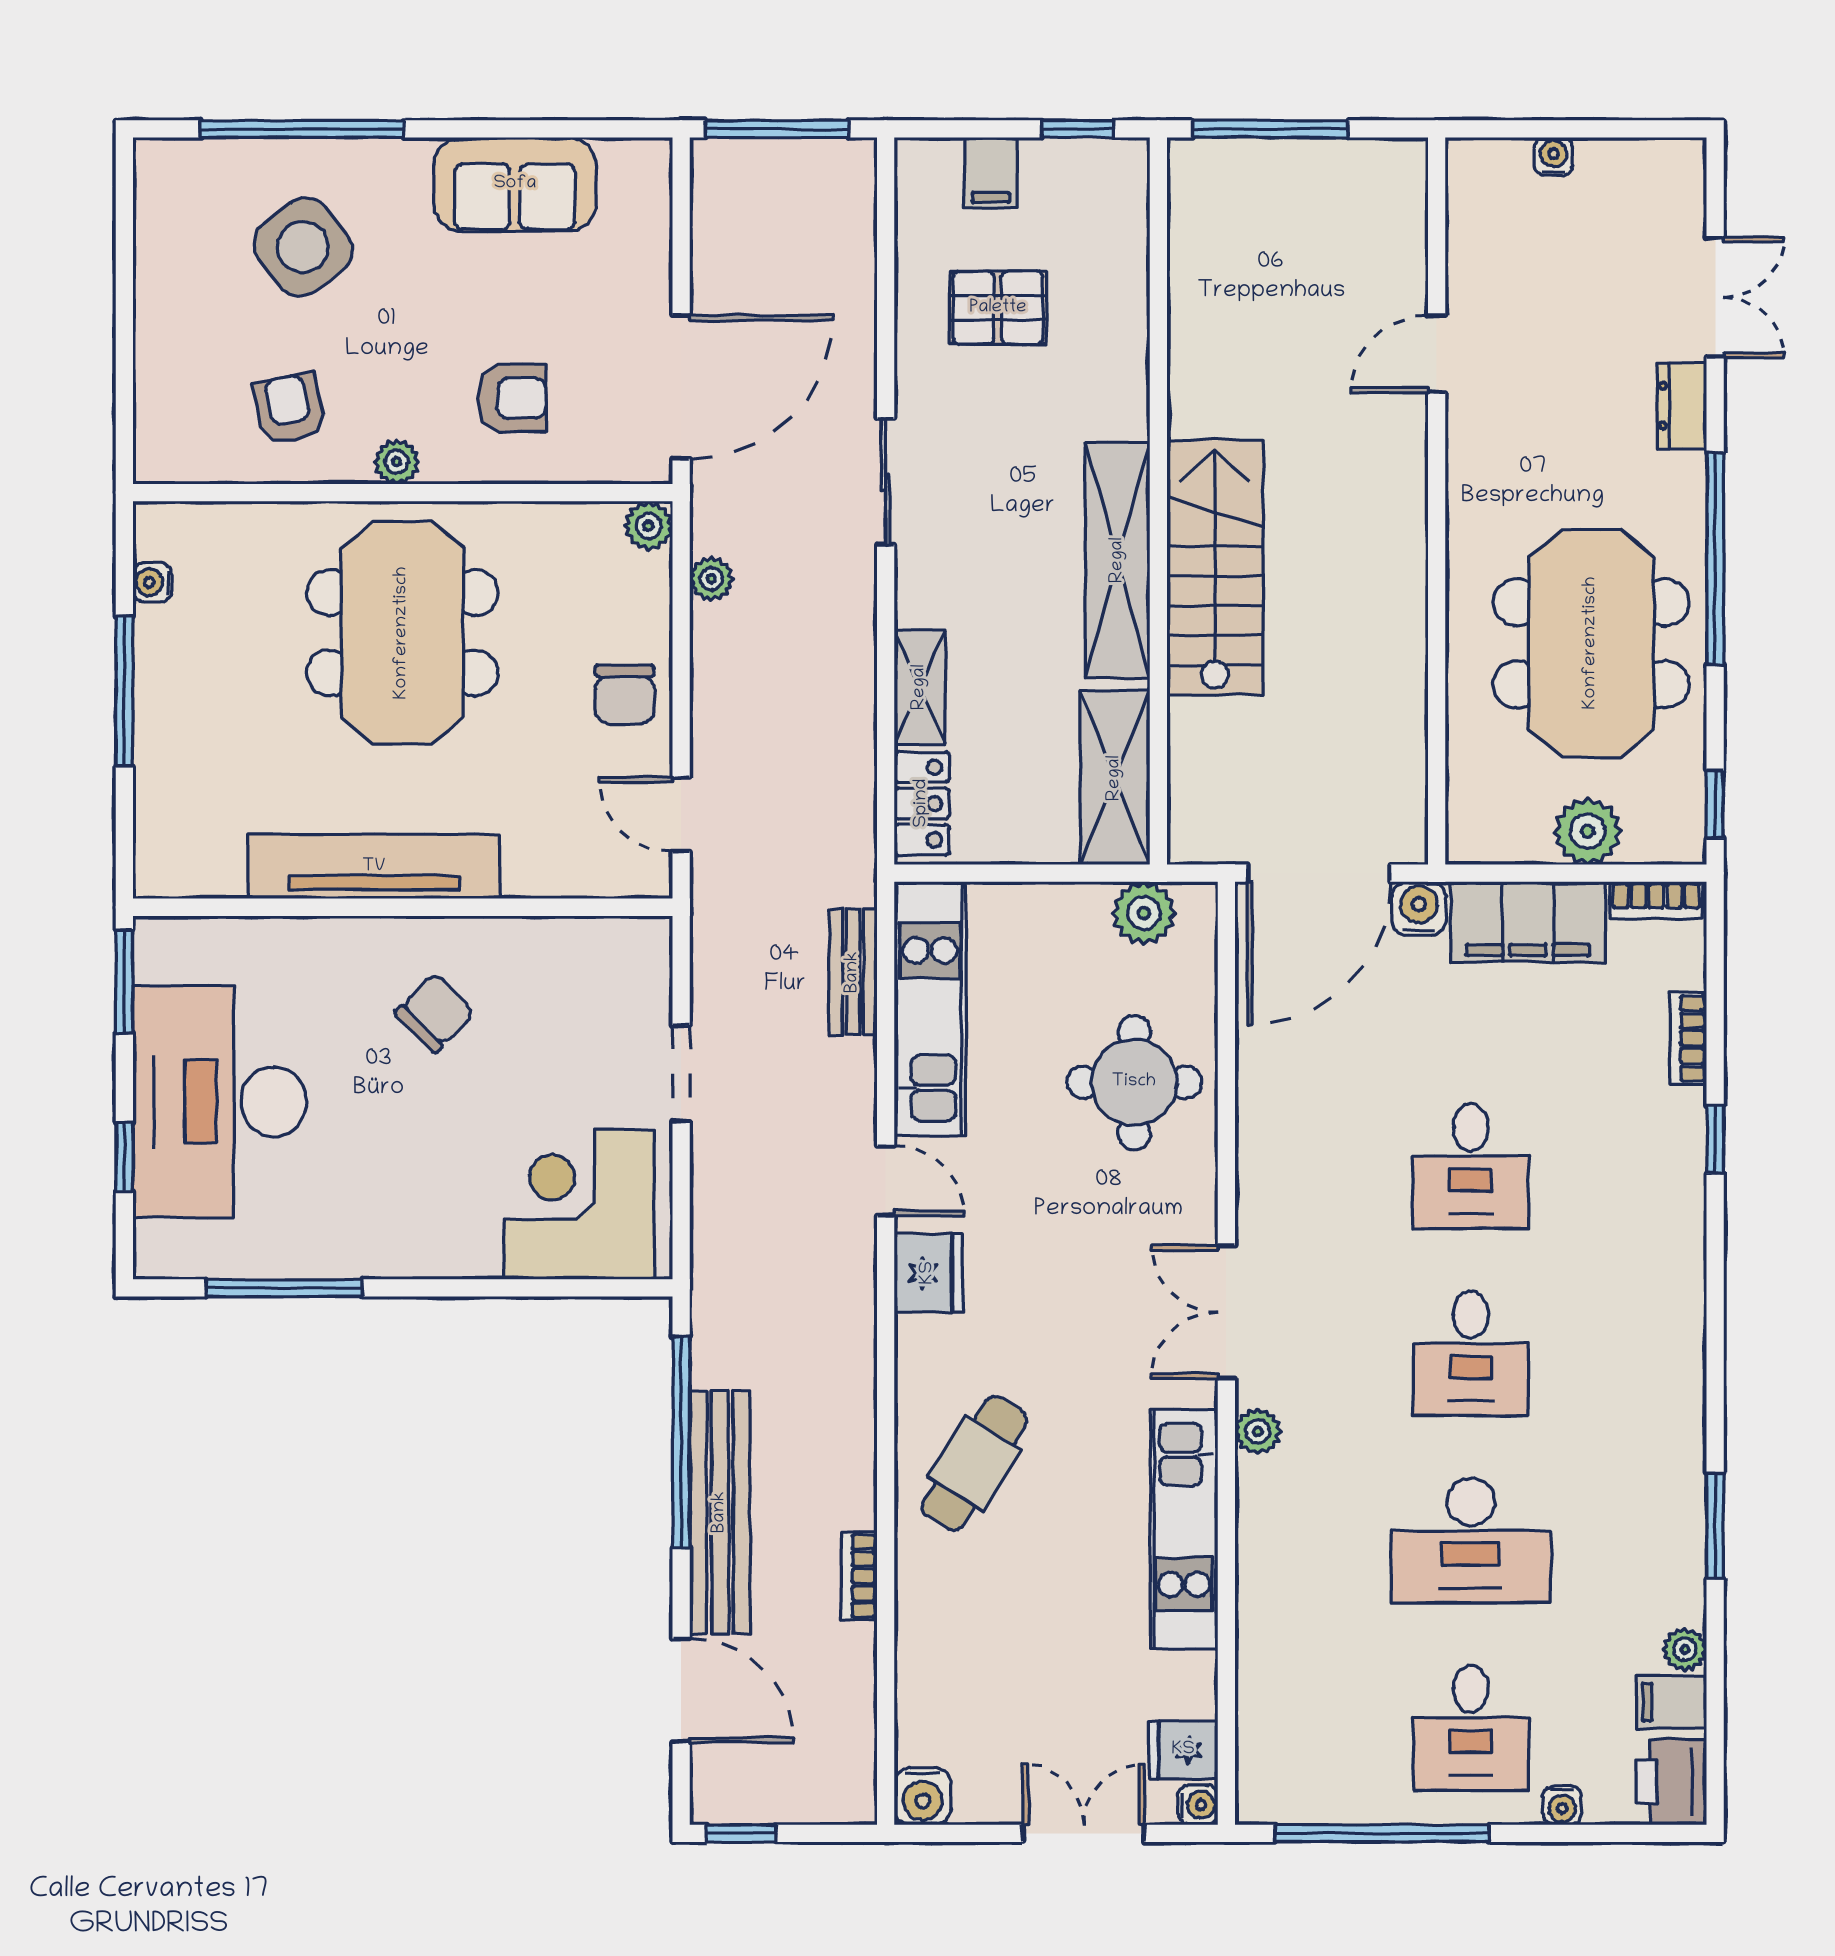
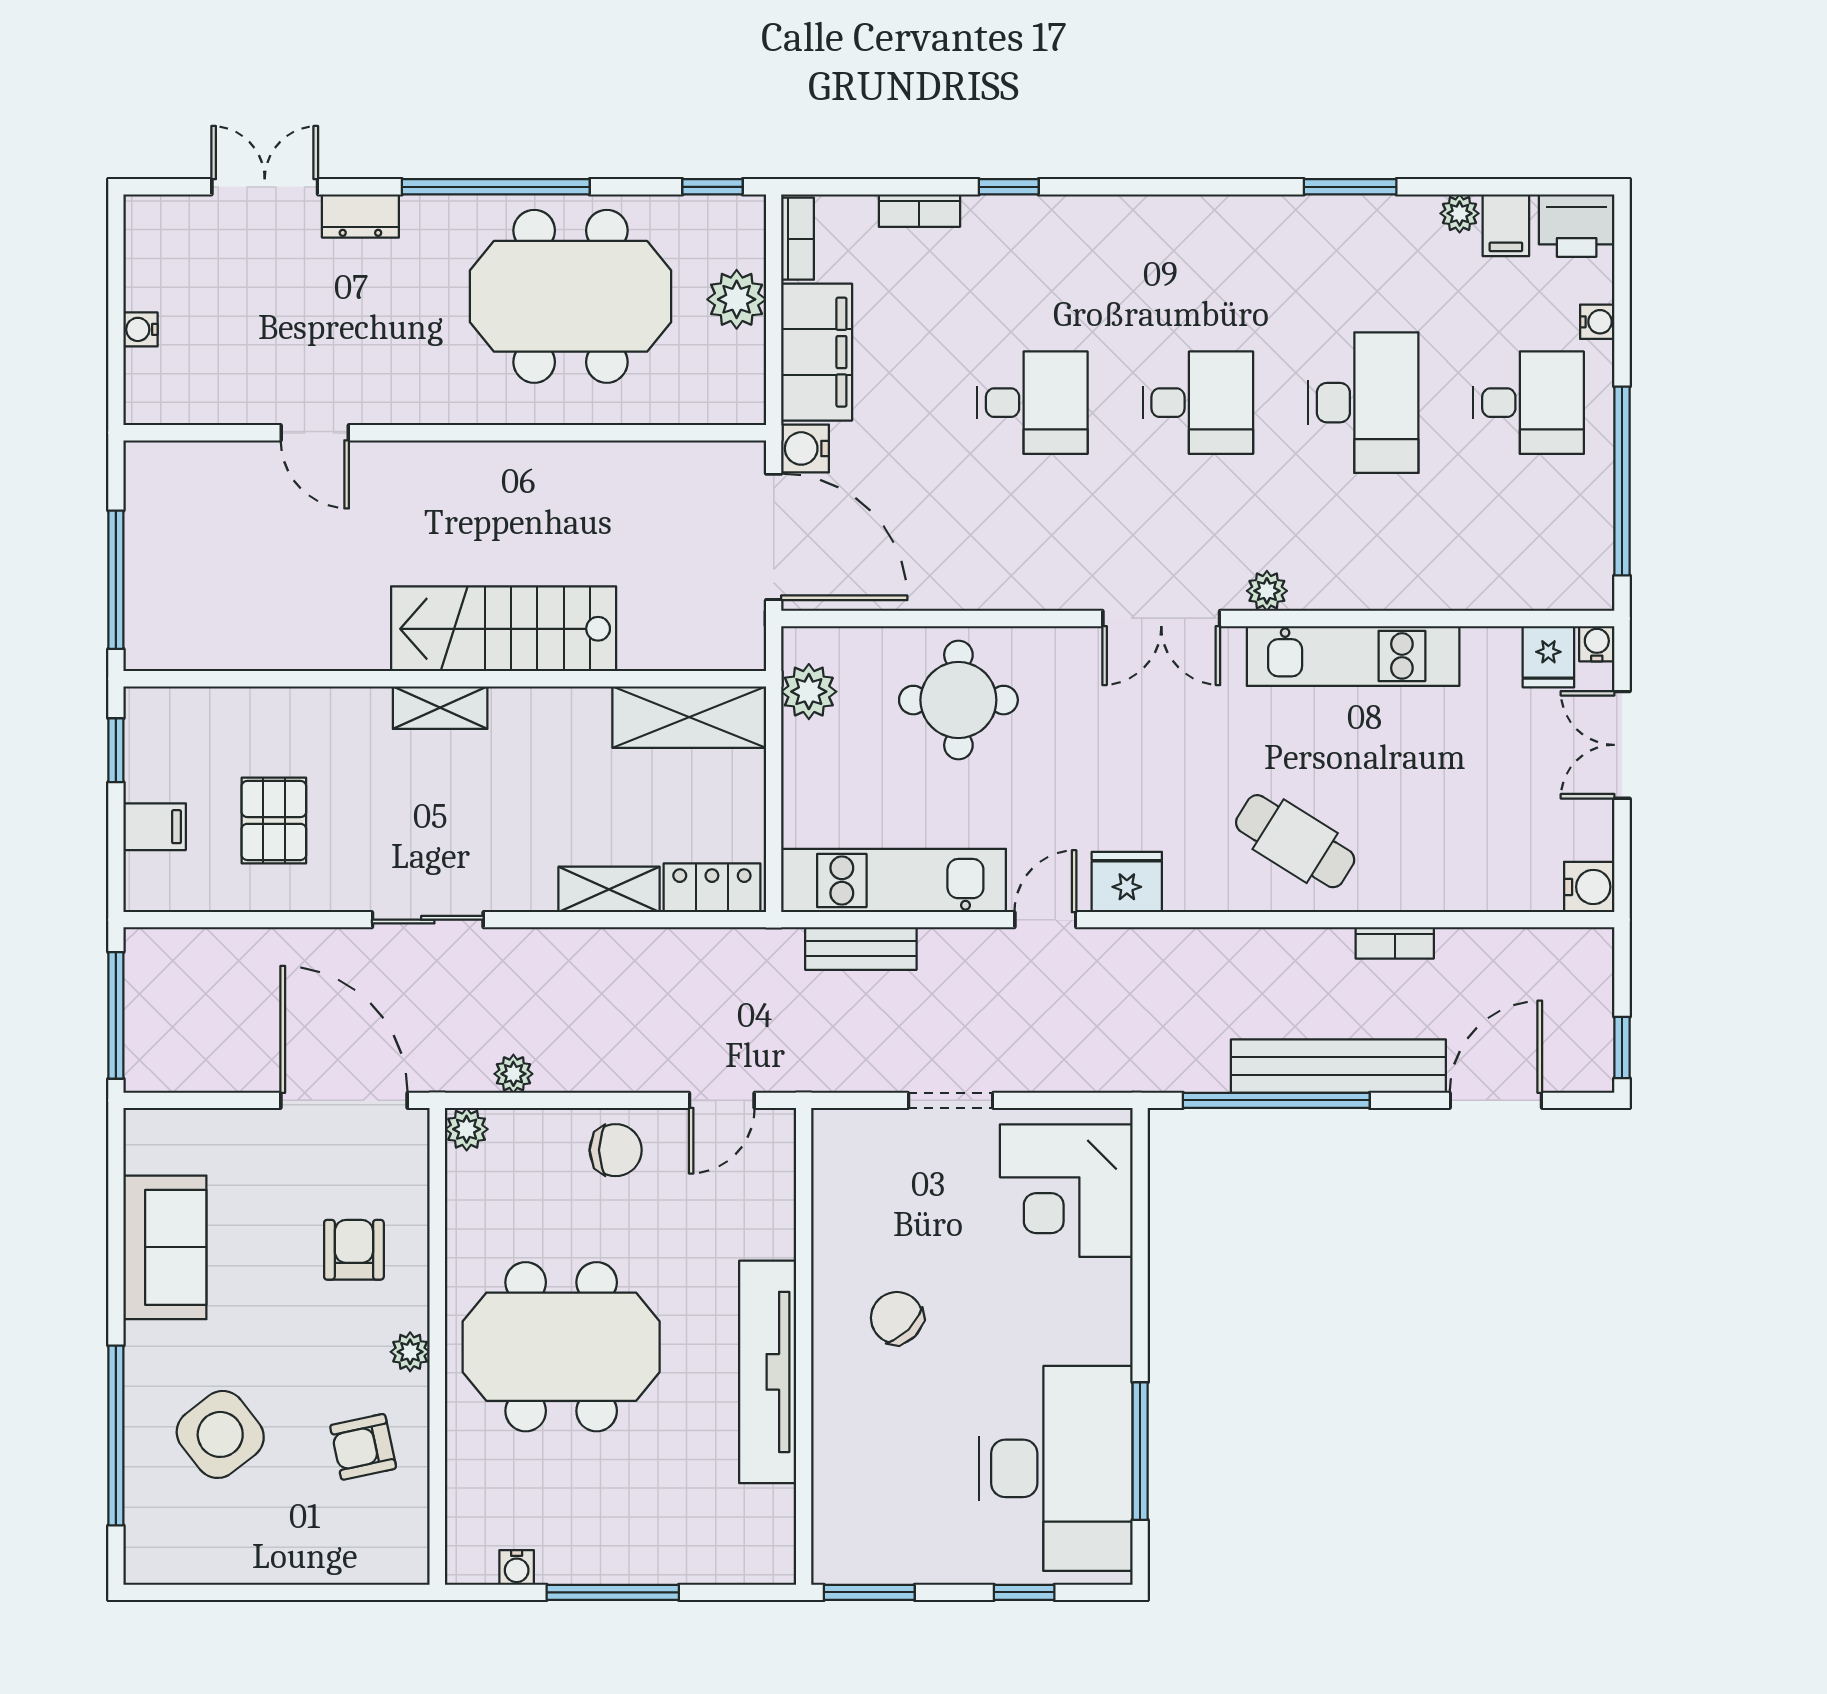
shelving: (1118, 560) -> (440, 708), width x0.45, depth x0.75
desk: (220, 1102) -> (1056, 1468), moved, turned -90

